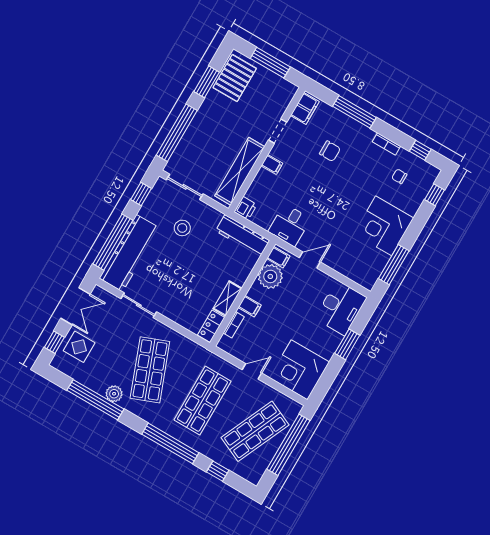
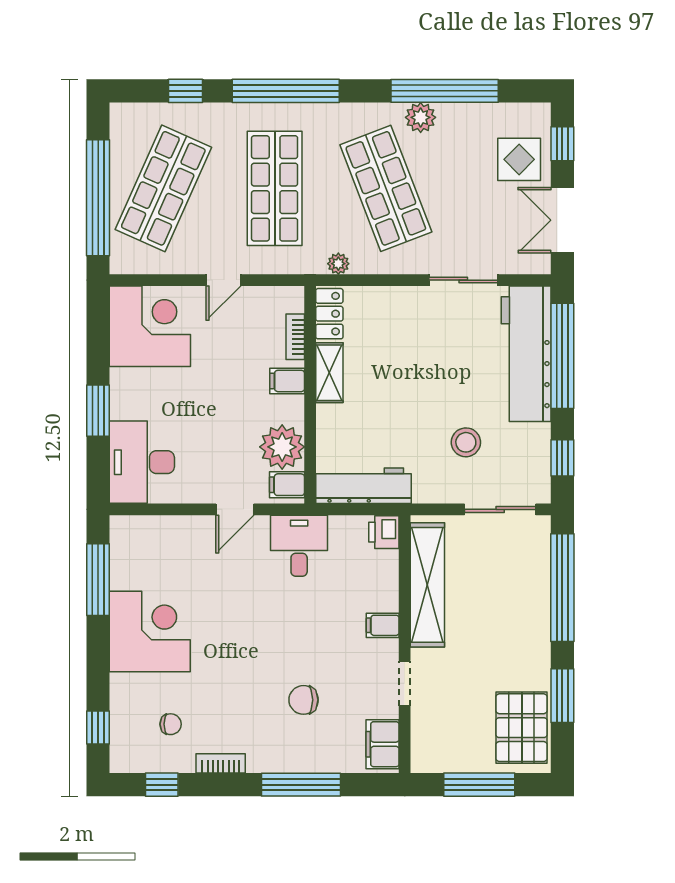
plant: (193, 347) -> (338, 264), added

